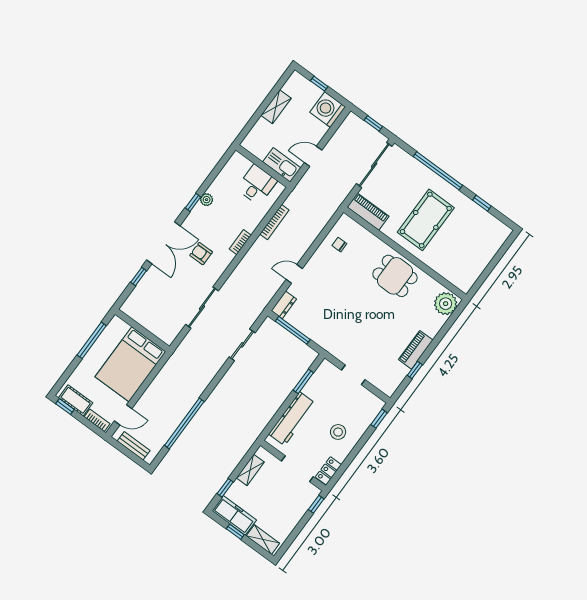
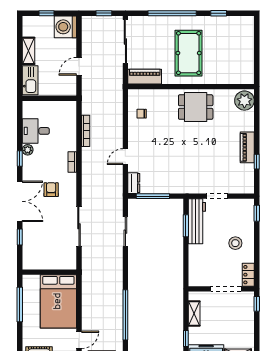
kitchen sink: (282, 165) -> (30, 80), moved, turned 90
desk: (257, 185) -> (36, 131), moved, turned -90
armchair: (201, 254) -> (51, 190), turned 90
workbench: (292, 419) -> (197, 221), moved

